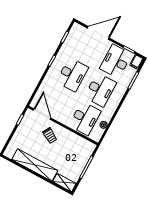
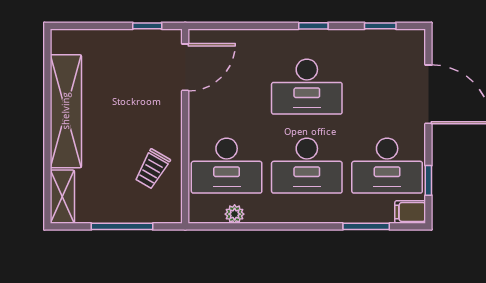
desk: (116, 61) -> (387, 166), turned 180
trolley: (50, 136) -> (152, 169), moved

